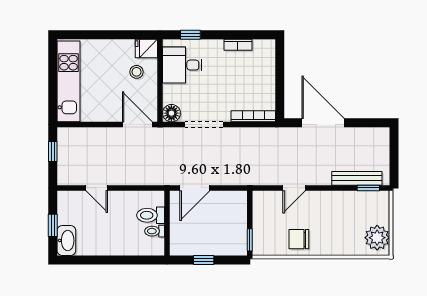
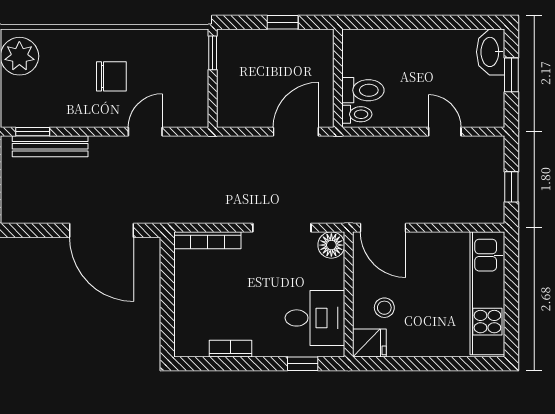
toilet: (155, 231) -> (357, 114), moved
chair: (299, 239) -> (111, 76), moved

